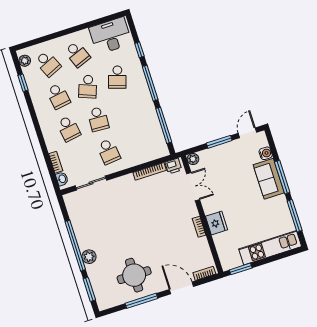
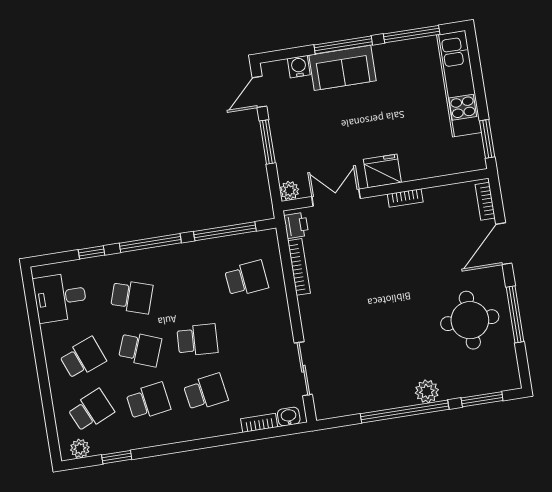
desk: (111, 36) -> (60, 297), width x0.73
door: (247, 133) -> (259, 92), hinge flipped
school desk: (109, 151) -> (246, 279), moved
fridge: (217, 223) -> (382, 171), moved

